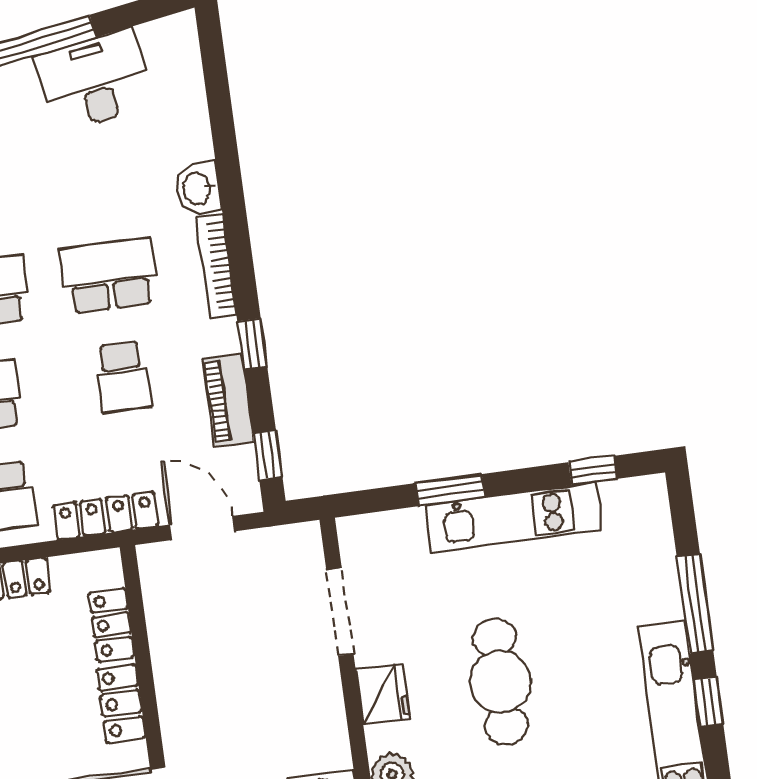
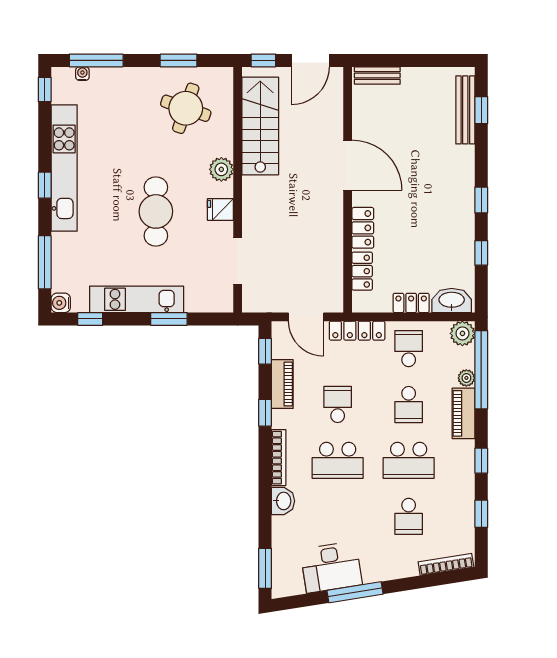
window: (214, 62) -> (265, 568), added
water cooler: (650, 492) -> (61, 303), added
window: (695, 604) -> (45, 262), moved
fridge: (383, 694) -> (220, 210), width x0.72

